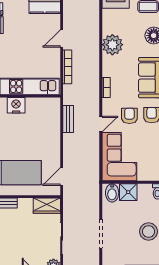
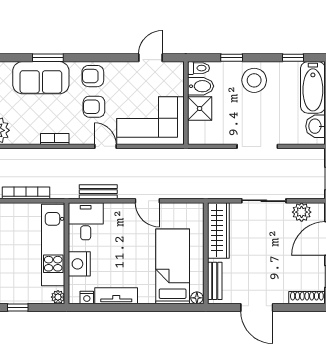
desk: (47, 110) -> (86, 221), added
door: (62, 176) -> (147, 201), moved
bidet: (112, 193) -> (201, 86), moved
wardrobe: (47, 206) -> (218, 230), width x1.50

